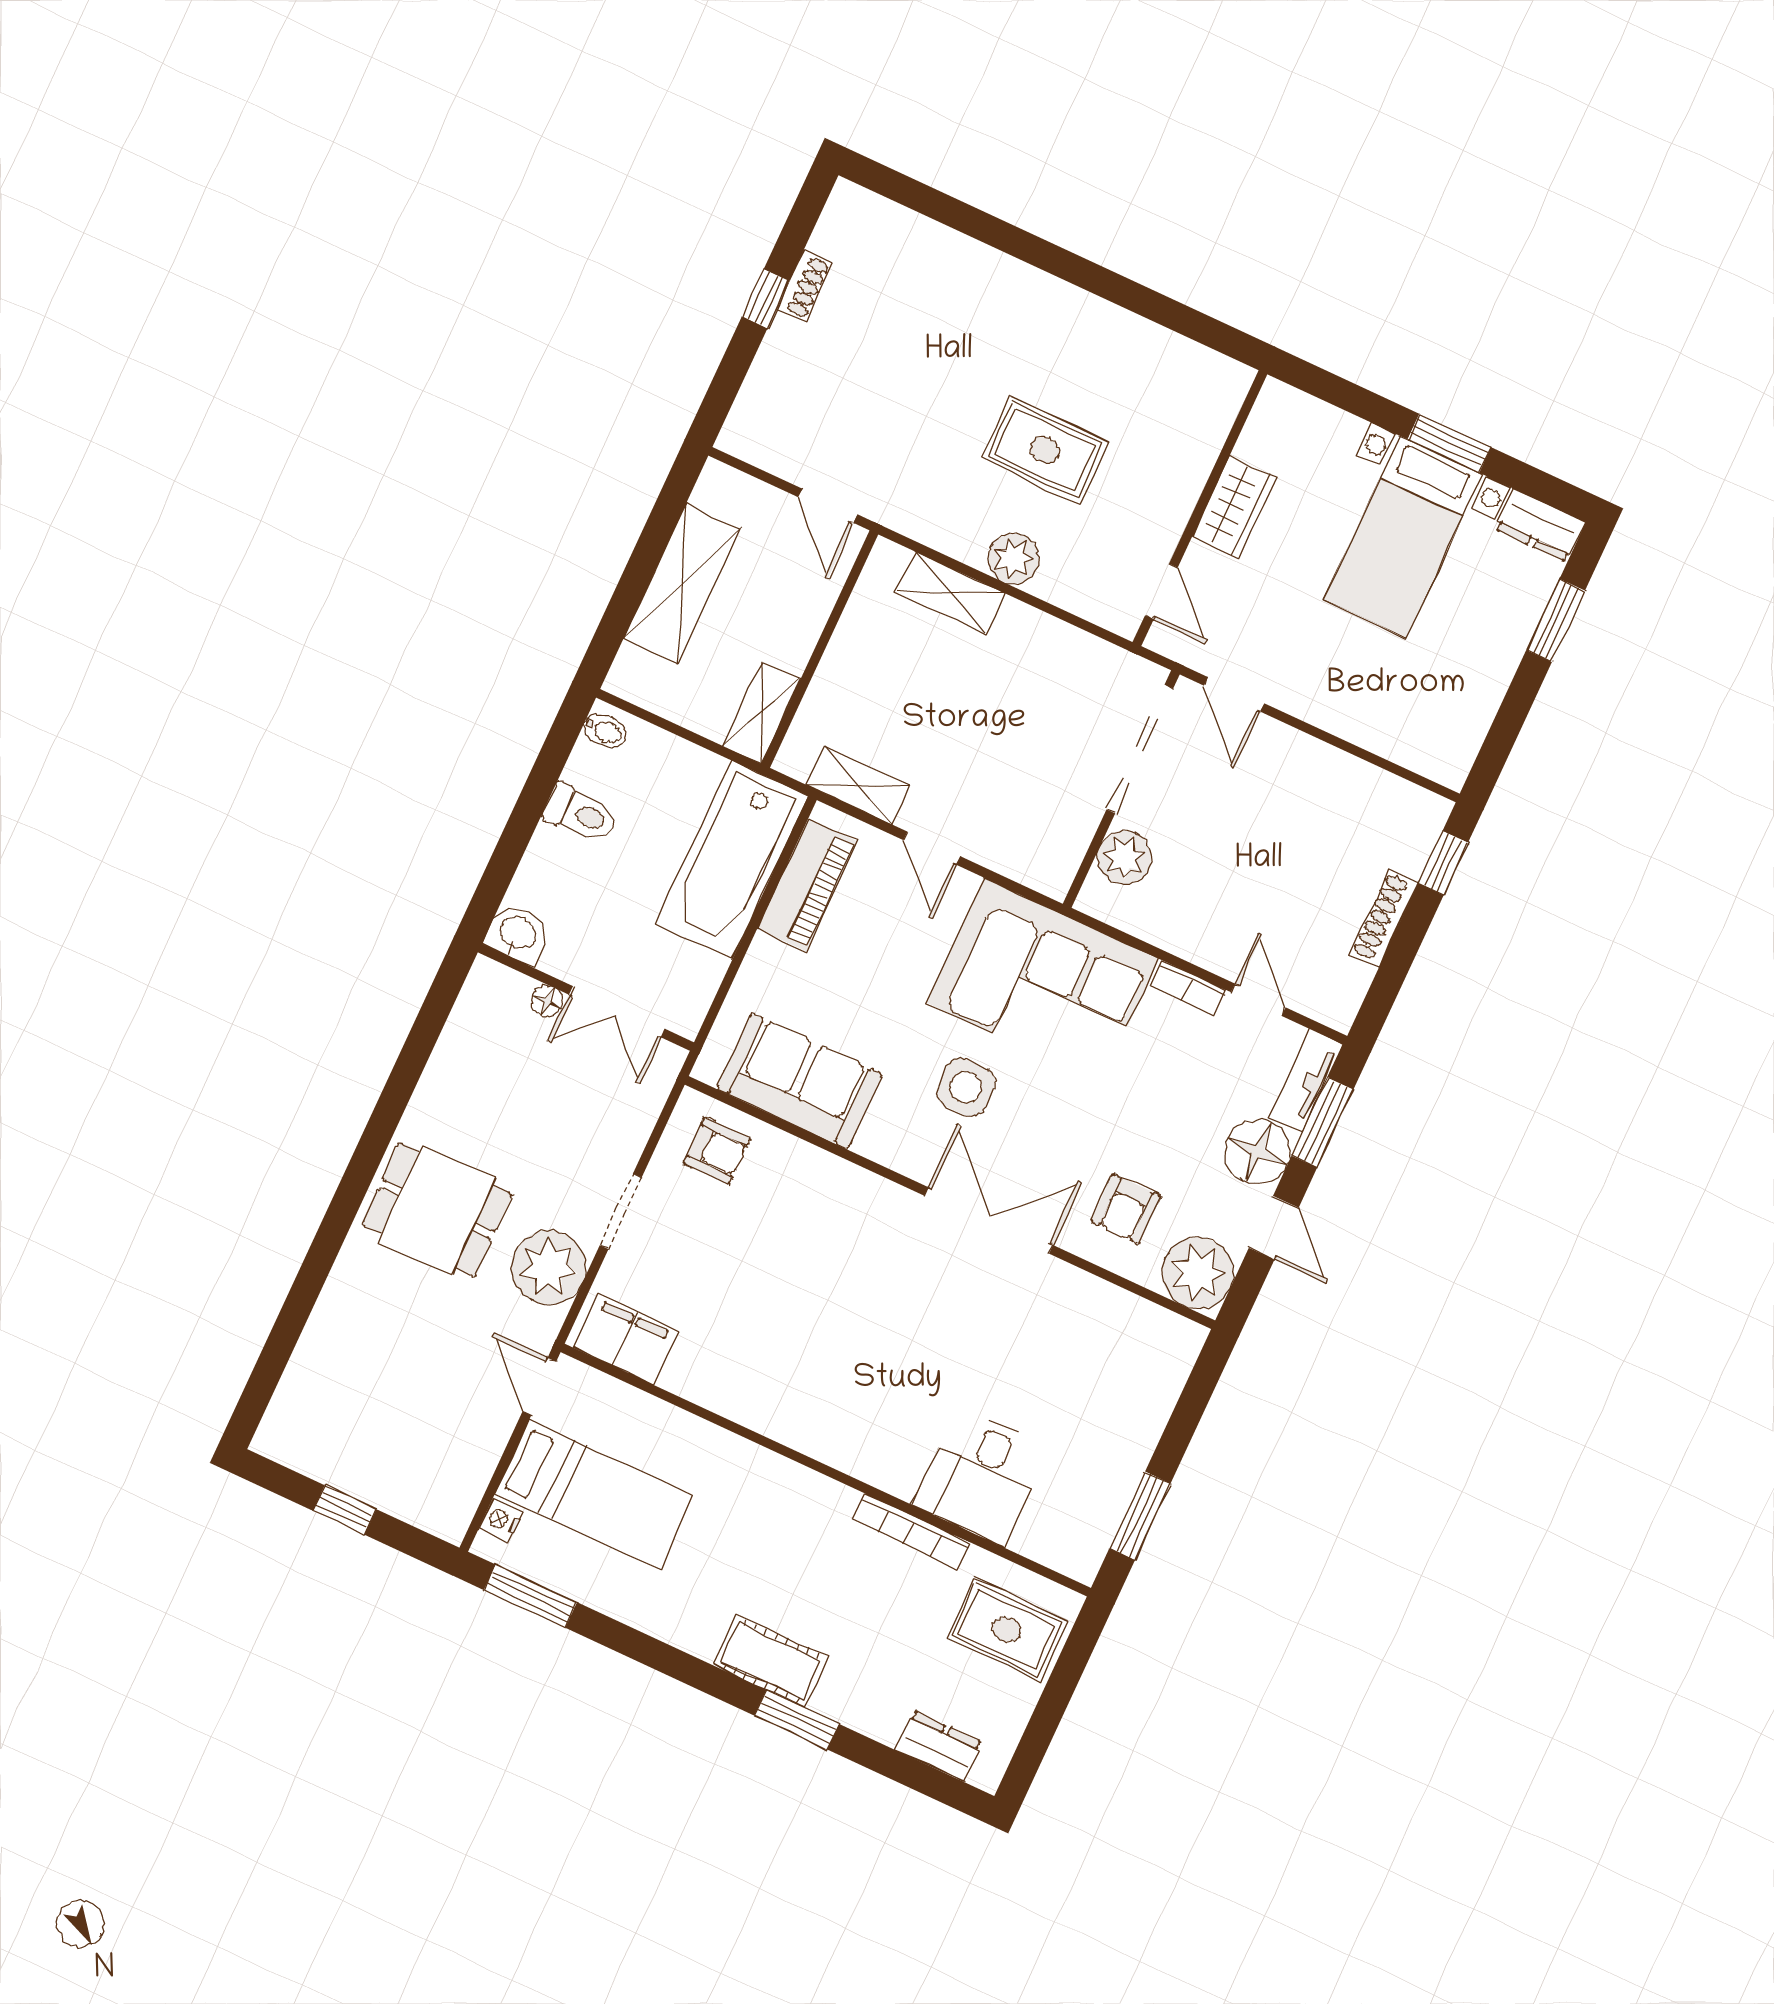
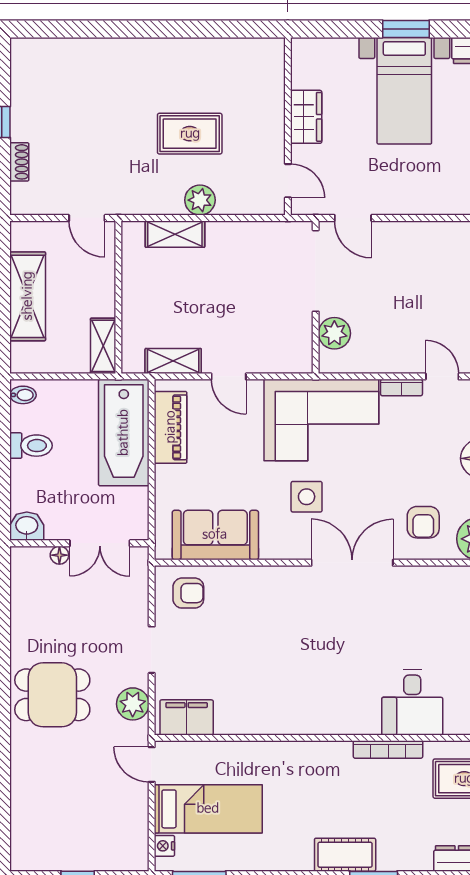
shoe rack: (804, 286) -> (19, 162), moved
plant: (549, 1267) -> (133, 704), width x0.73, depth x0.73

